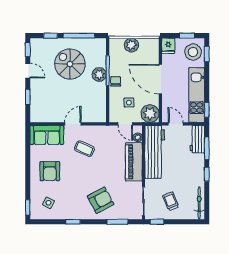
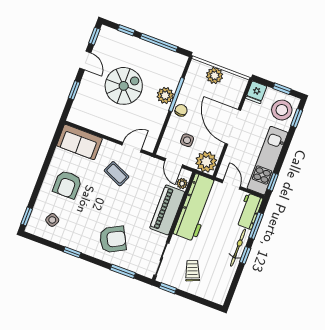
spiral stairs: (70, 64) -> (124, 86), moved, turned 90
door: (73, 124) -> (132, 147), moved
bicycle: (199, 203) -> (238, 248), moved

